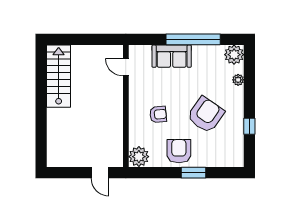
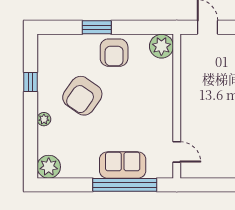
window: (193, 39) -> (125, 185), moved
plant: (238, 80) -> (44, 119), moved
armchair: (158, 114) -> (139, 96), removed

